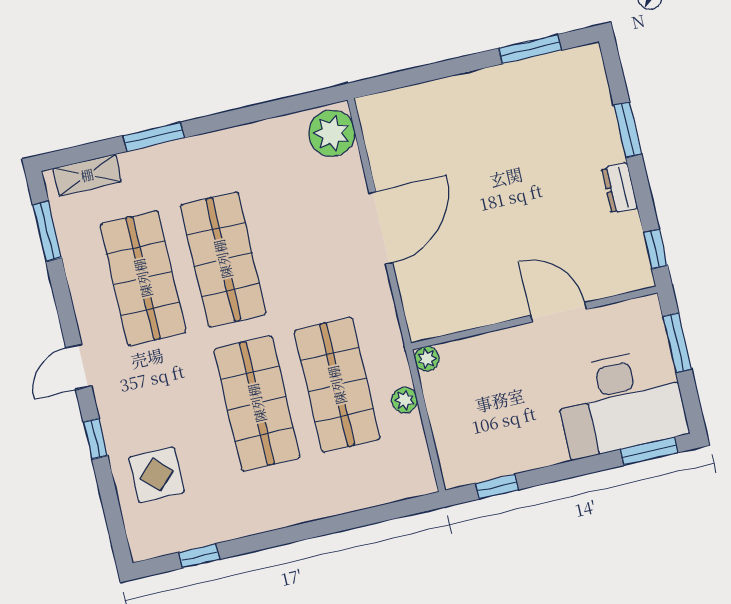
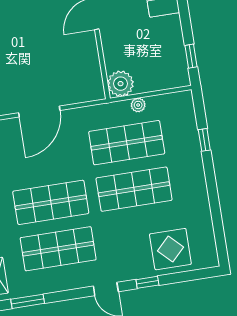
door: (381, 228) -> (39, 112), swing flipped
plant: (427, 359) -> (121, 84), width x1.88, depth x1.88
display table: (157, 475) -> (170, 249), width x1.36, depth x1.36
window: (199, 556) -> (204, 140), moved

